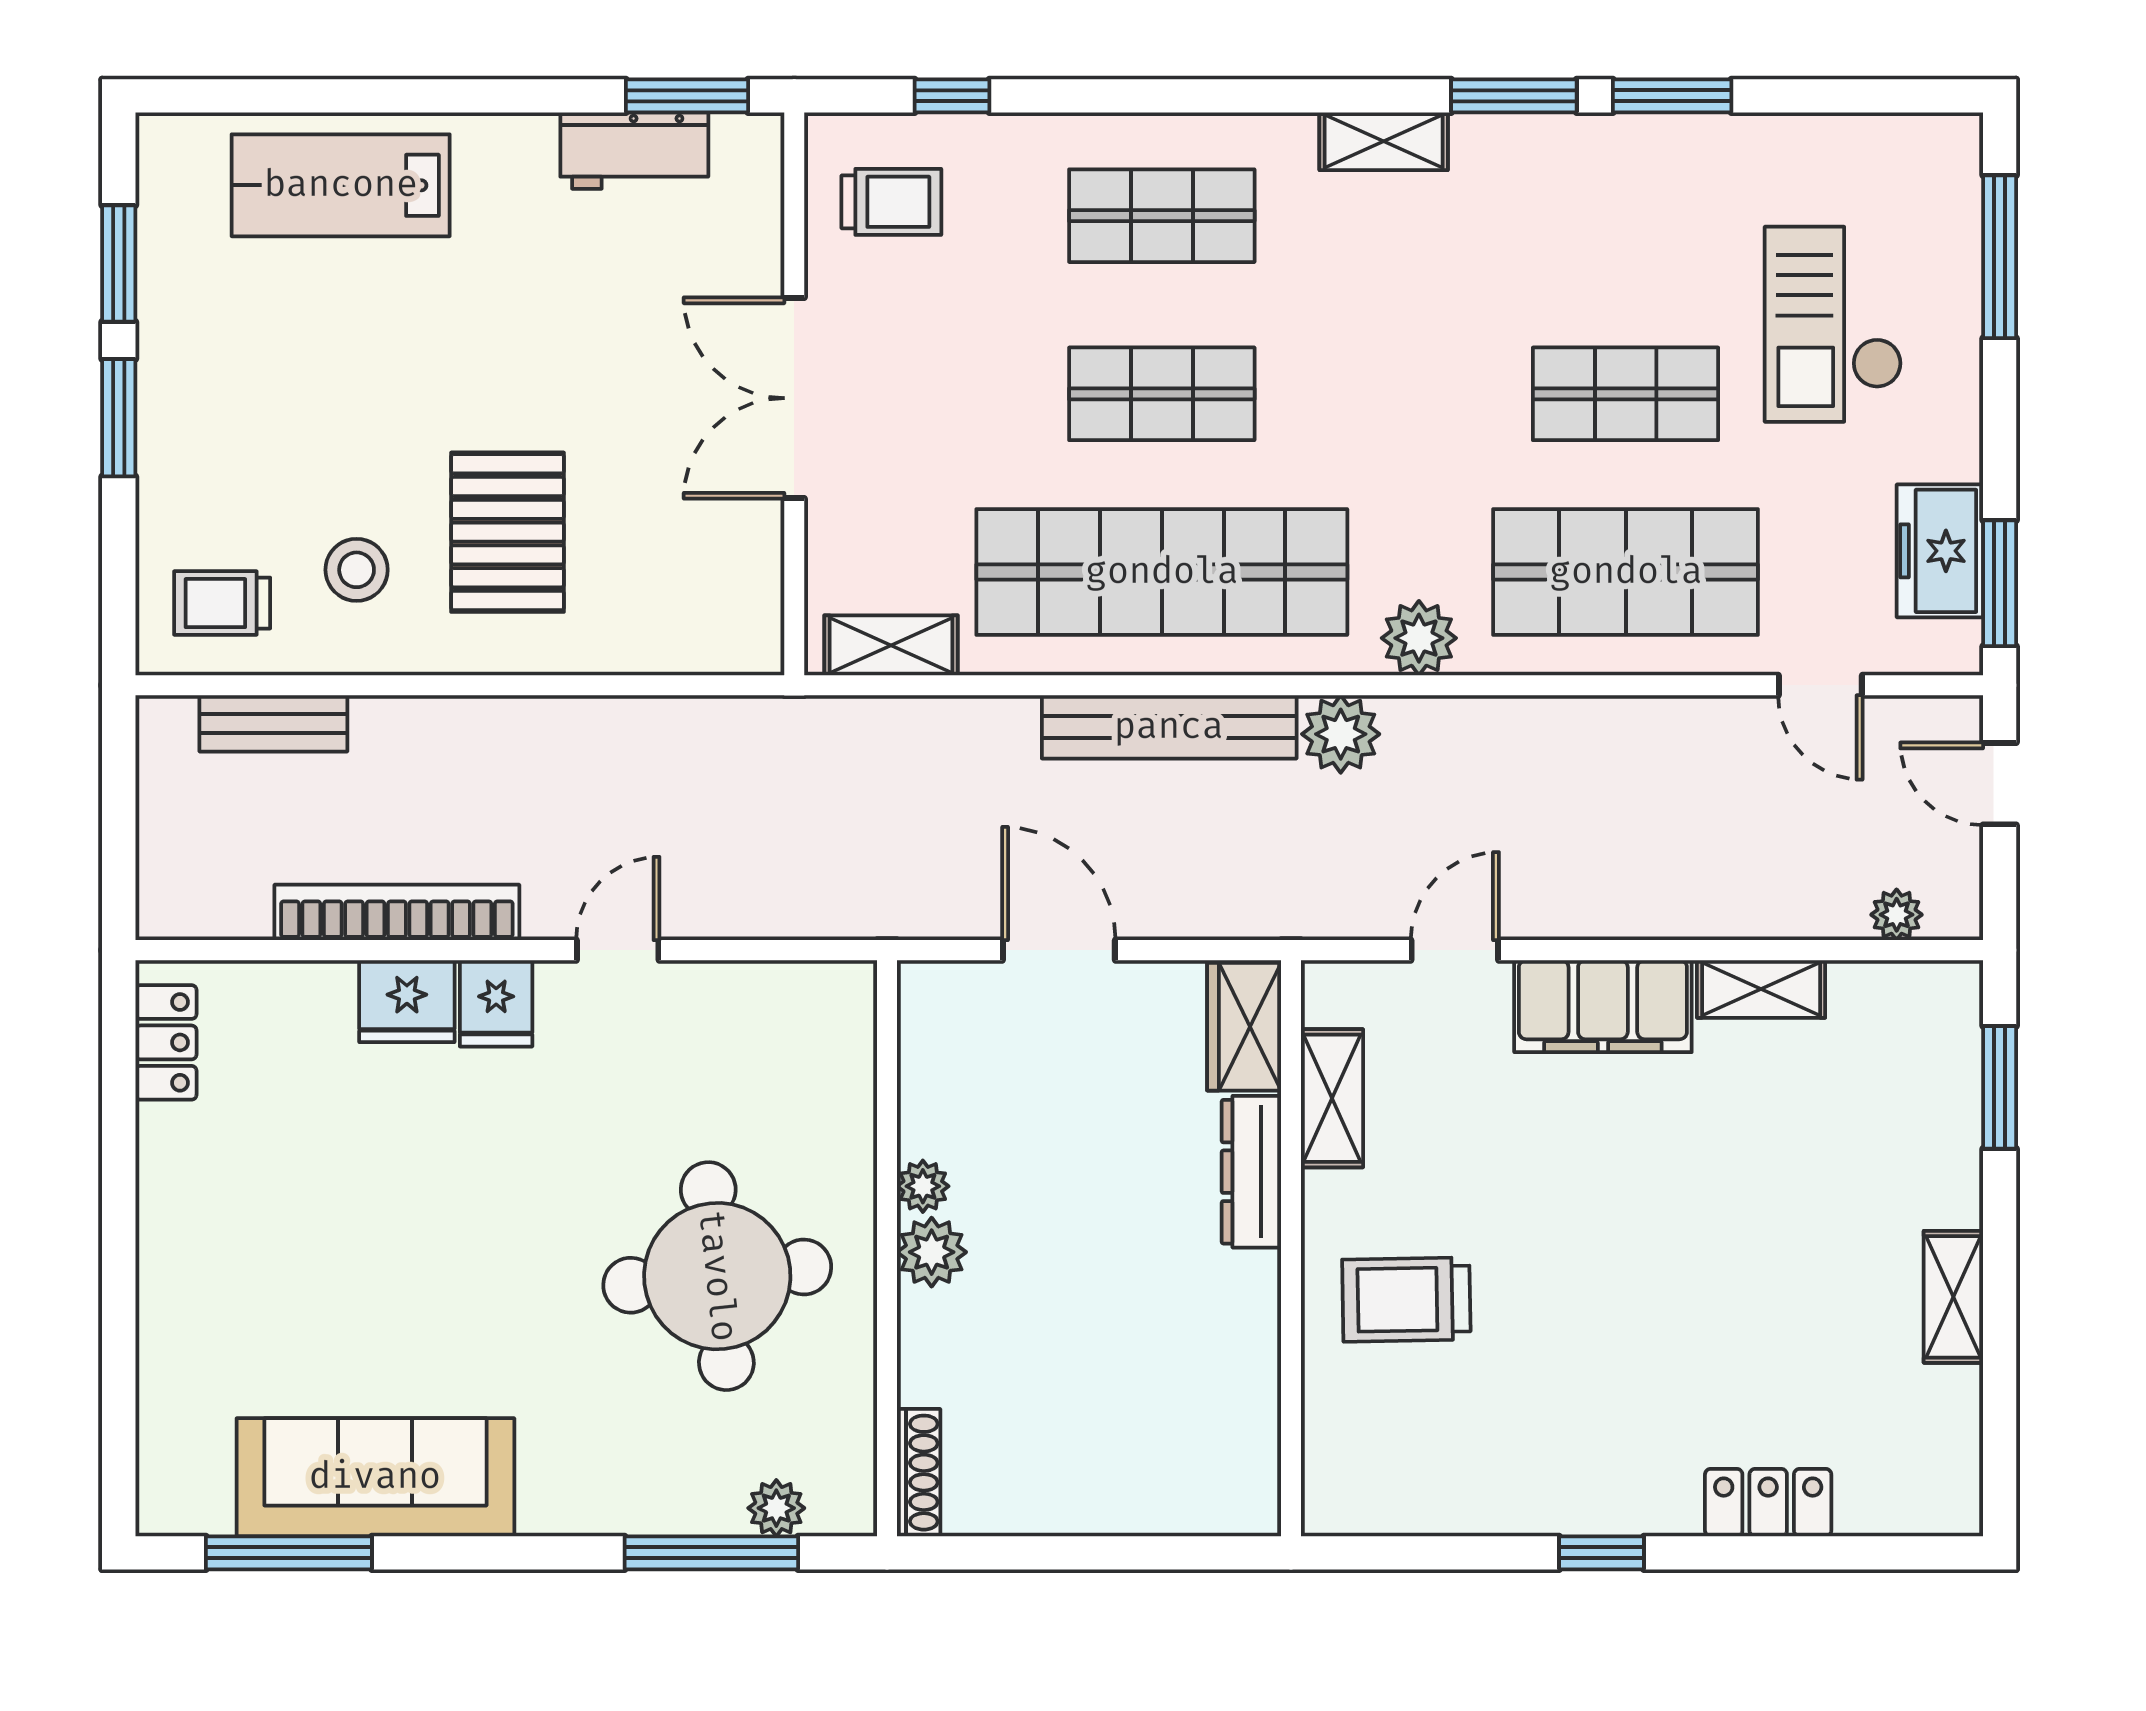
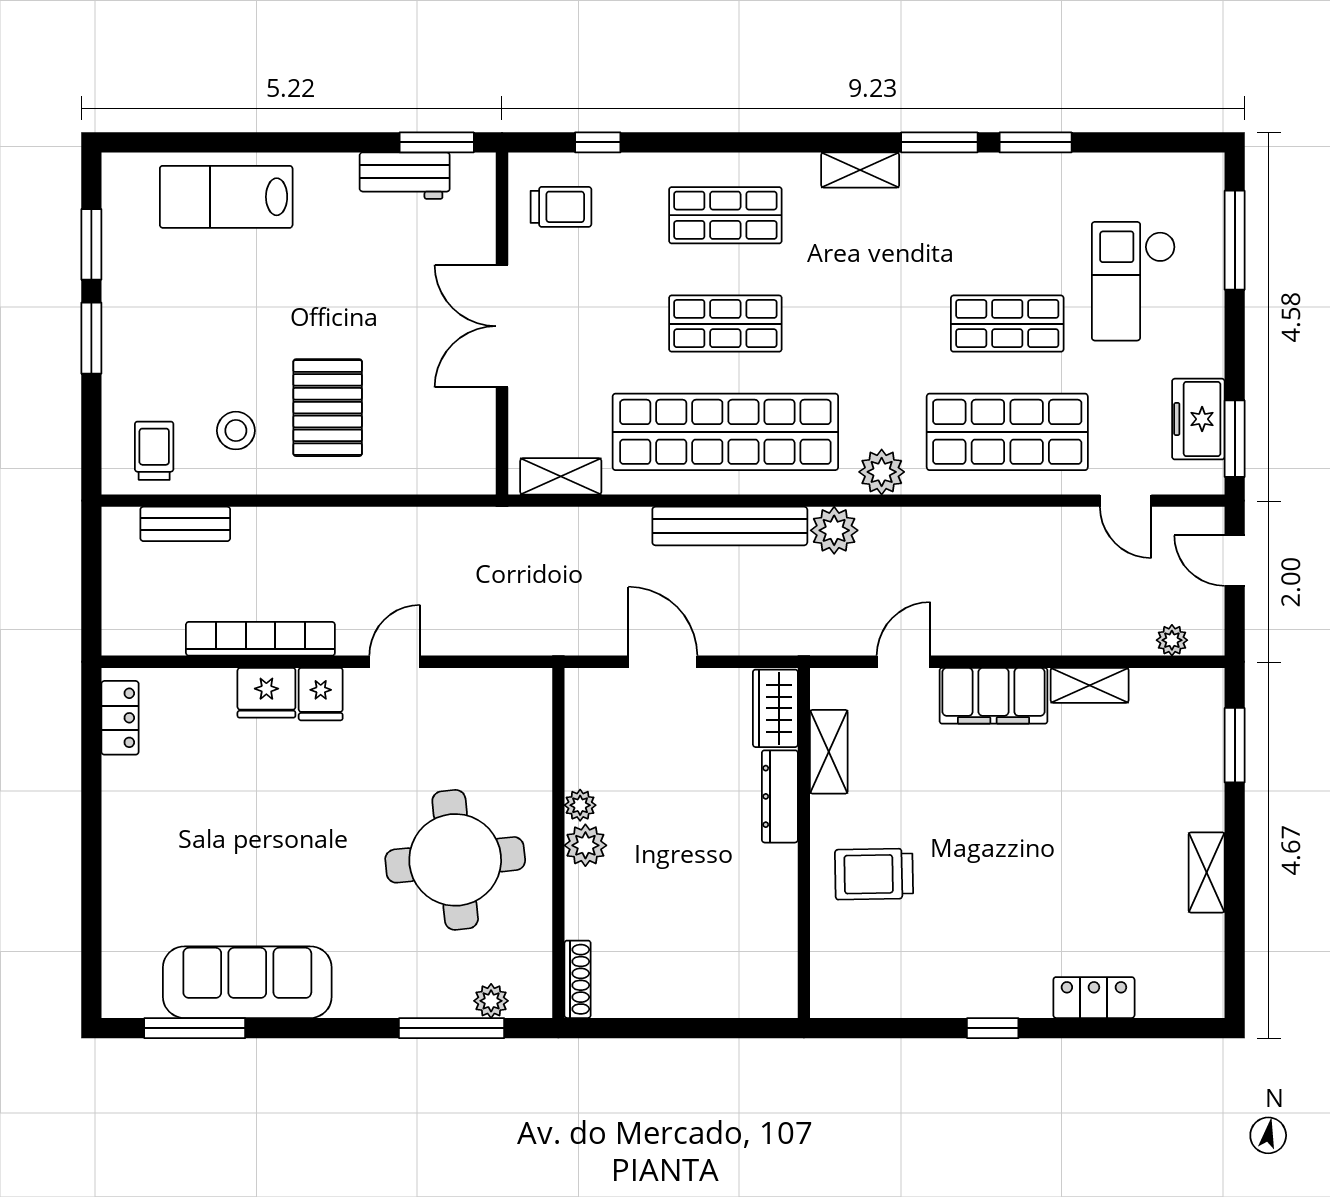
trolley: (222, 603) -> (154, 451), turned 90

